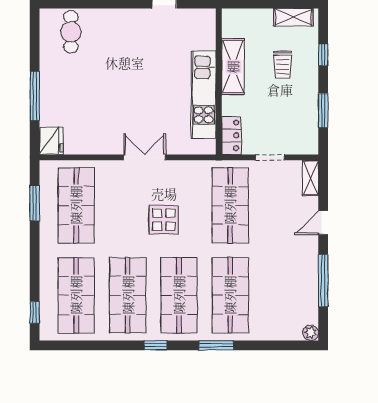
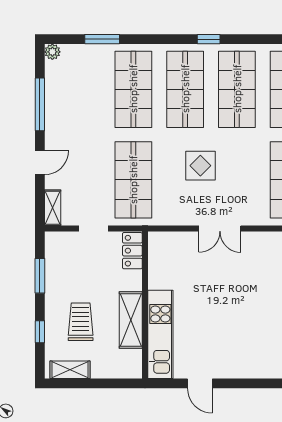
trolley: (283, 65) -> (81, 322), width x1.36, depth x1.39
kitchen unit: (204, 95) -> (160, 334), moved
window: (216, 345) -> (102, 39), moved

